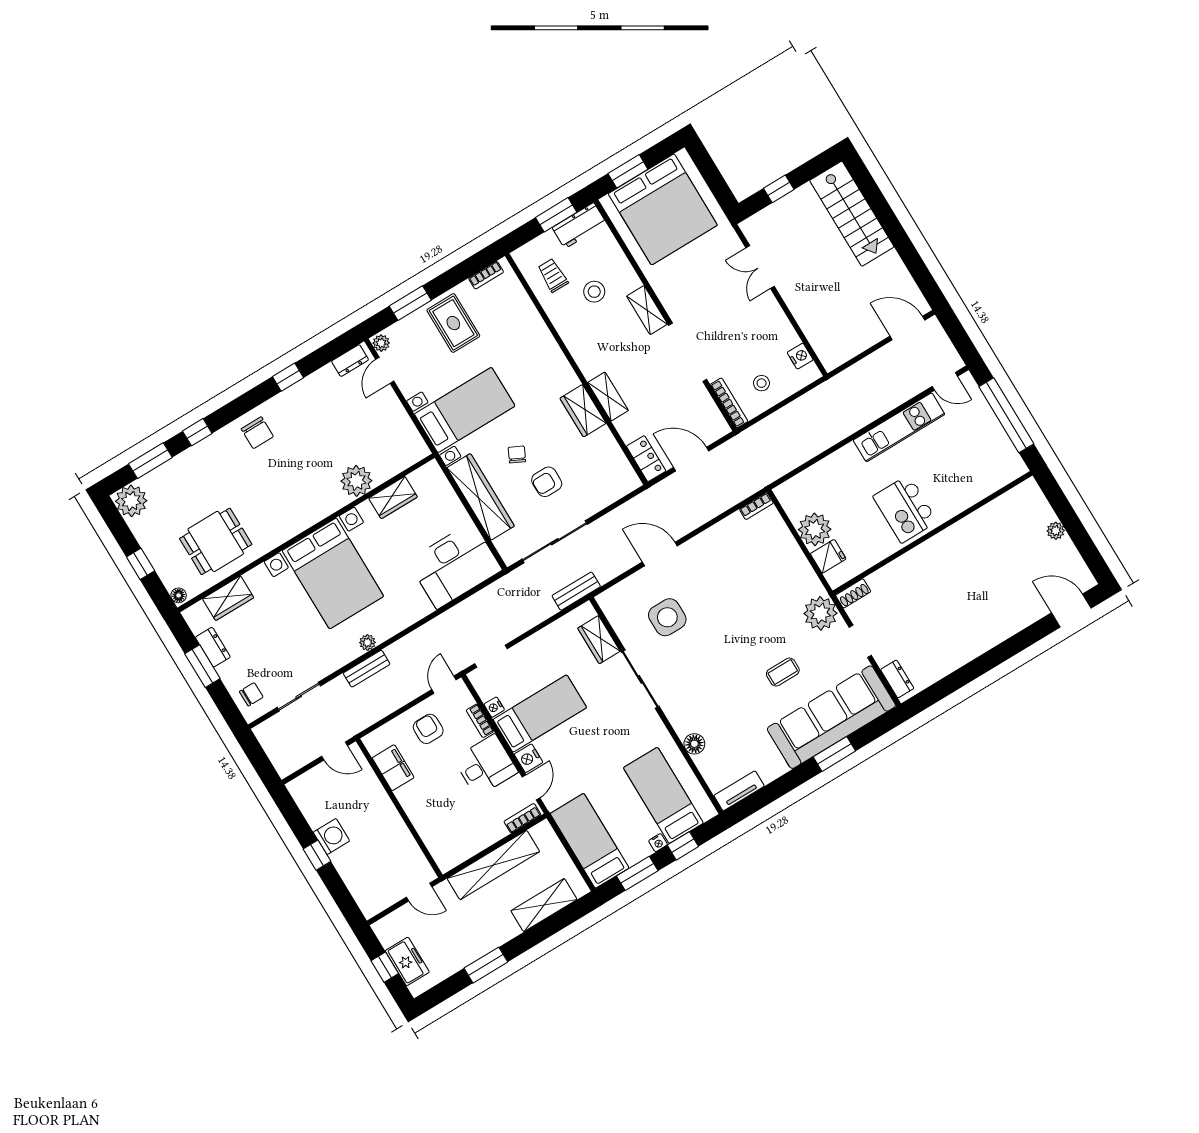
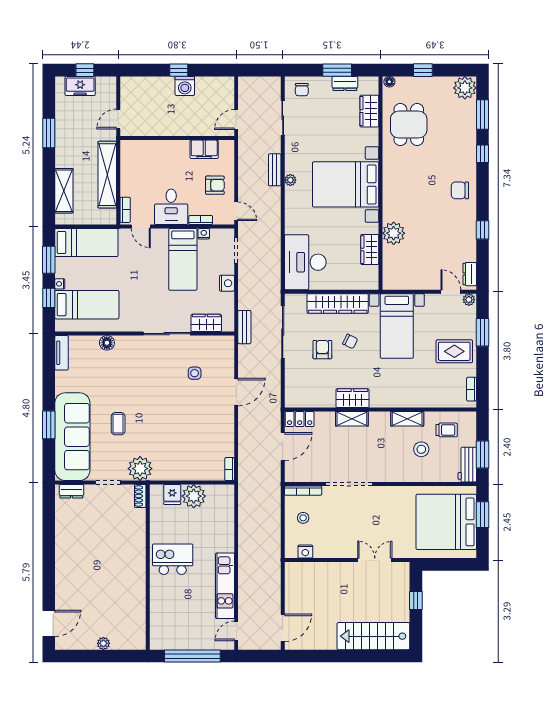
shelving: (647, 310) -> (407, 419), moved
side table: (667, 617) -> (195, 373), width x0.54, depth x0.54
nightstand: (528, 758) -> (227, 283), moved, turned 90

